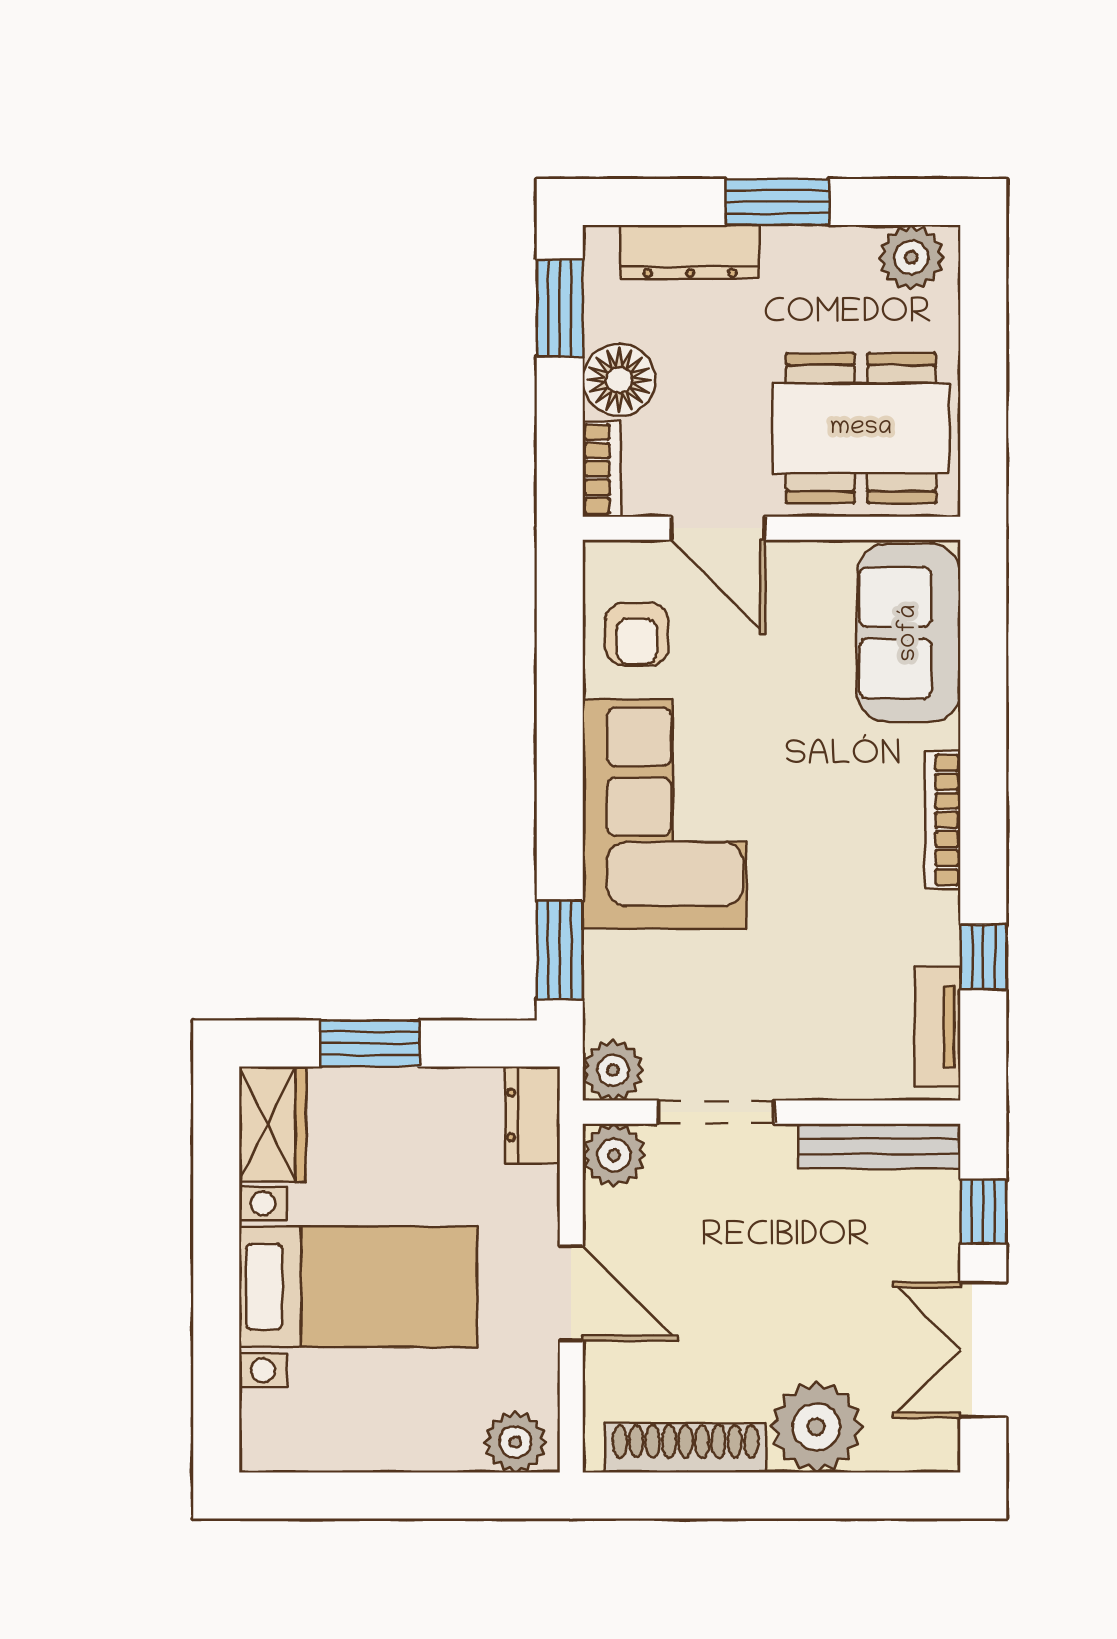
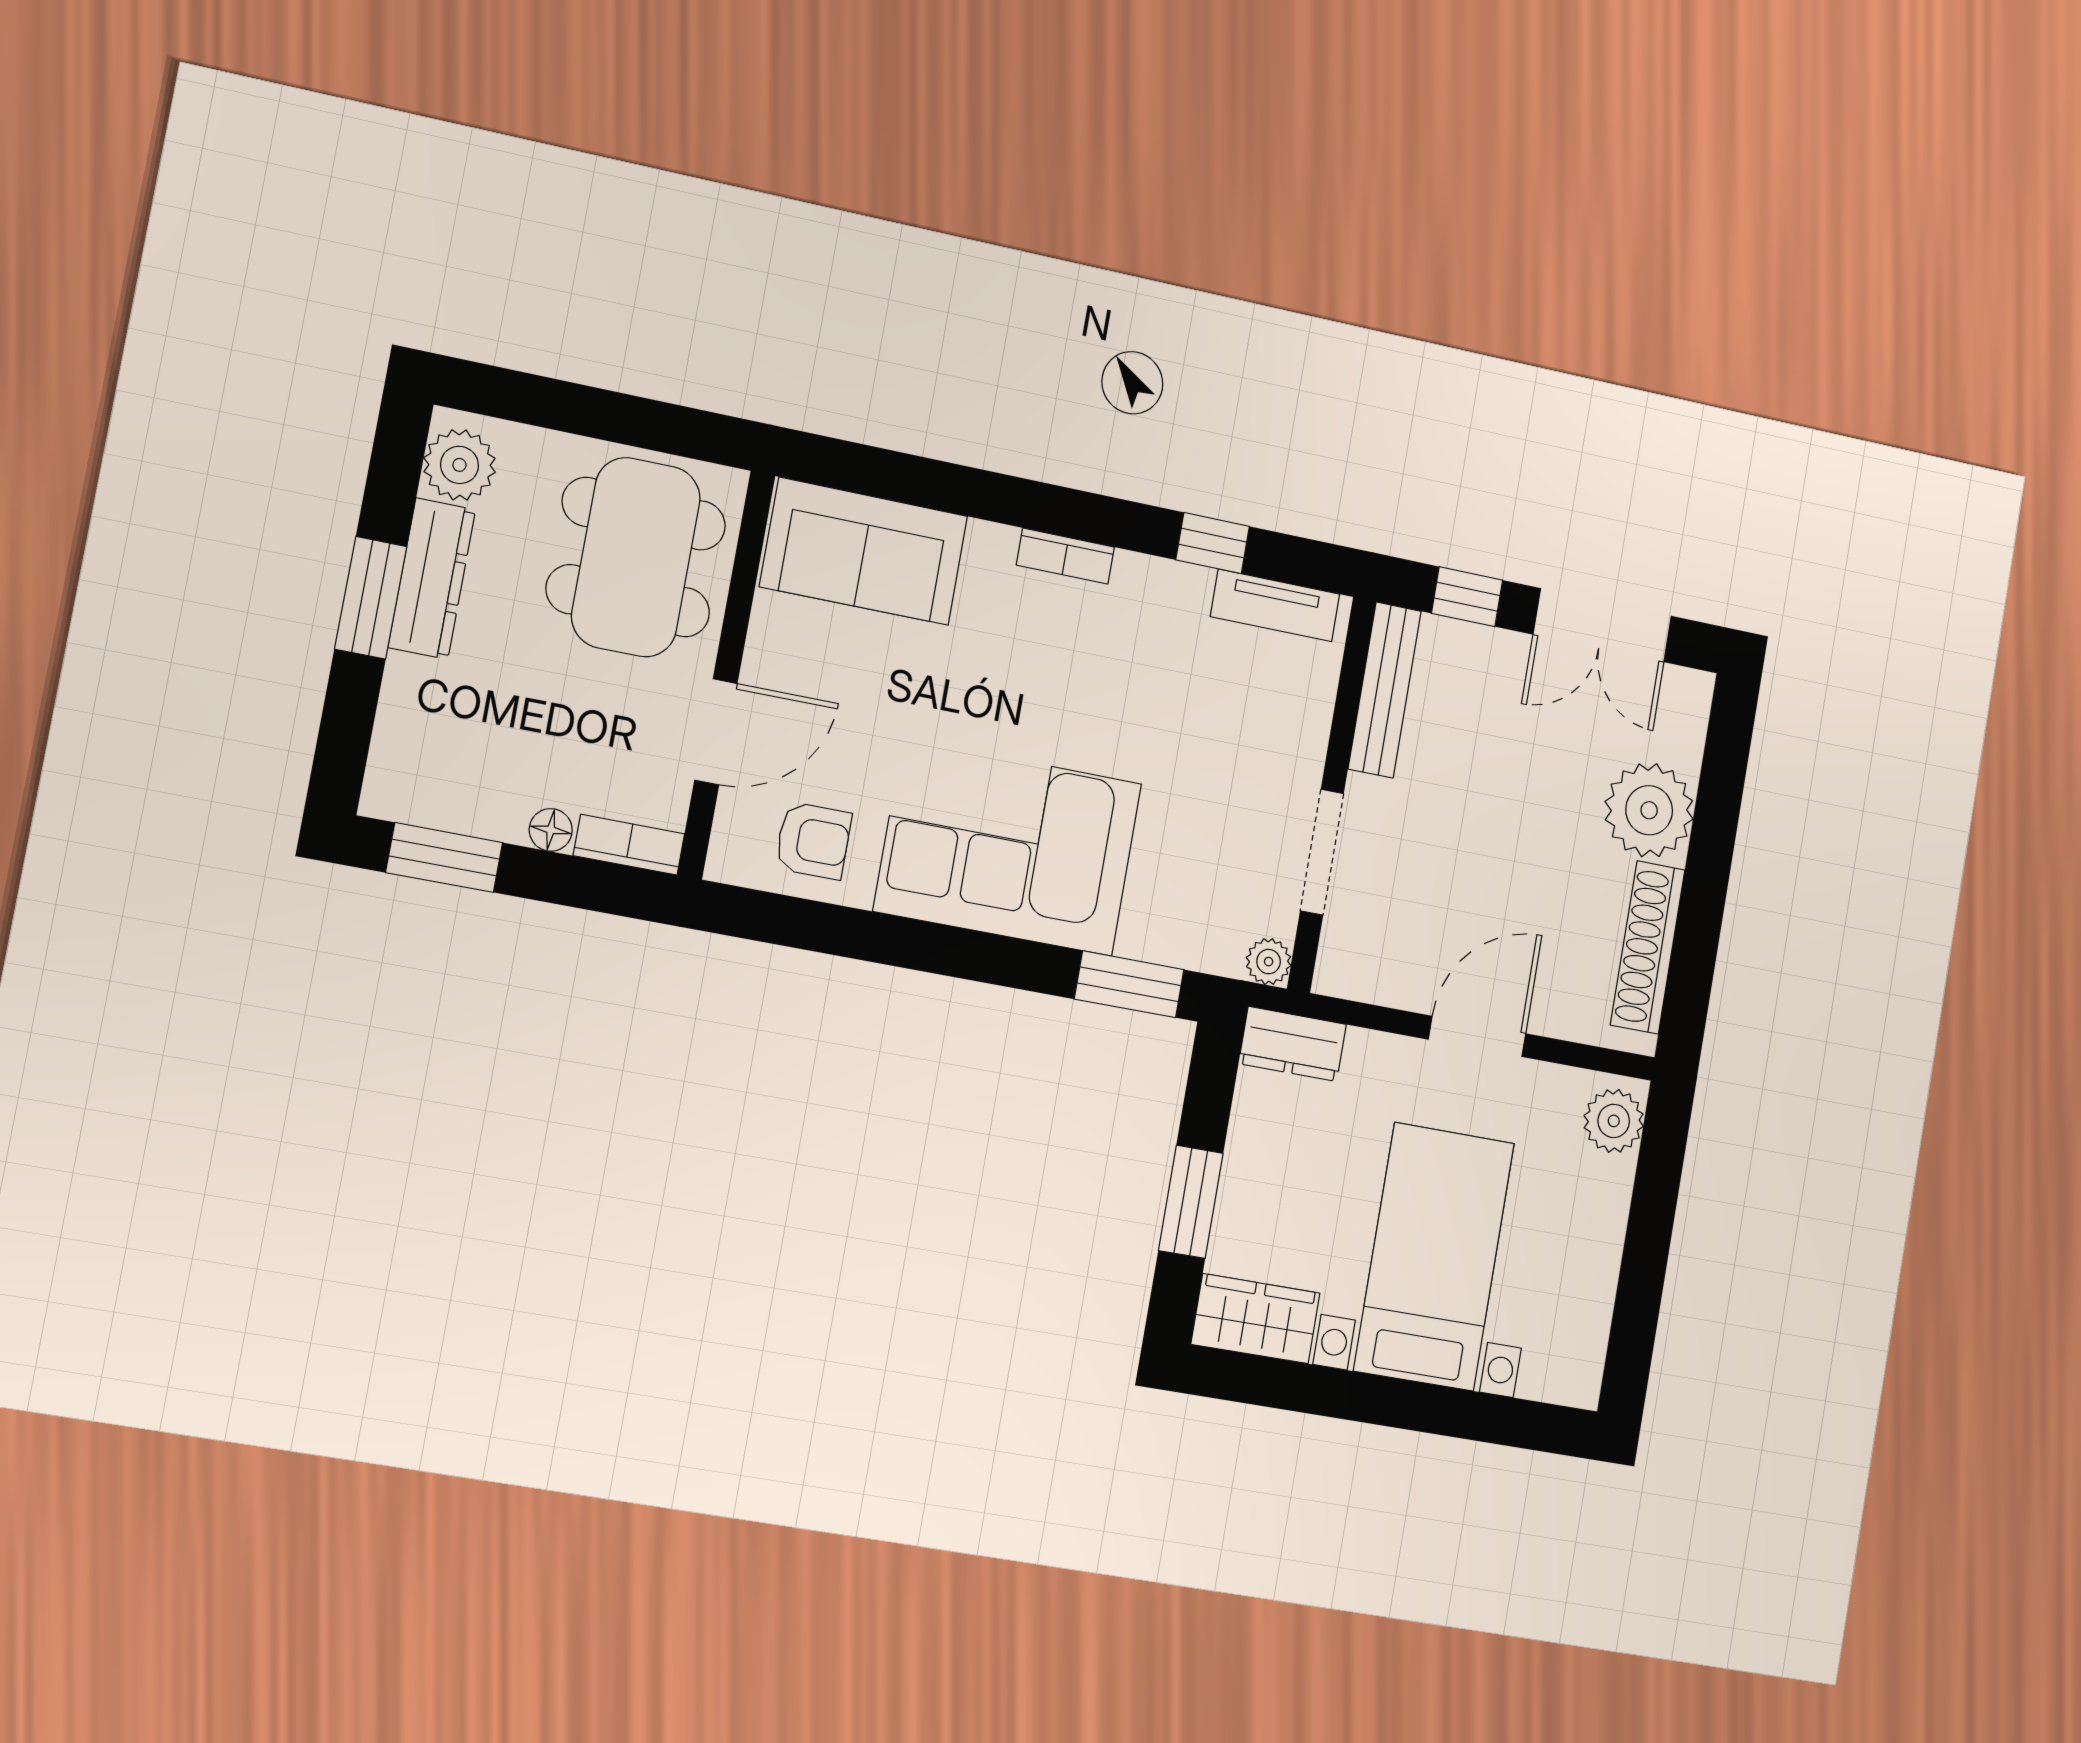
dresser: (690, 252) -> (432, 579), moved
floor lamp: (619, 380) -> (551, 830), width x0.53, depth x0.53
bookcase: (943, 820) -> (1065, 556), width x0.64
plant: (613, 1070) -> (1269, 962), width x0.73, depth x0.73
plant: (614, 1155) -> (1347, 966), removed

